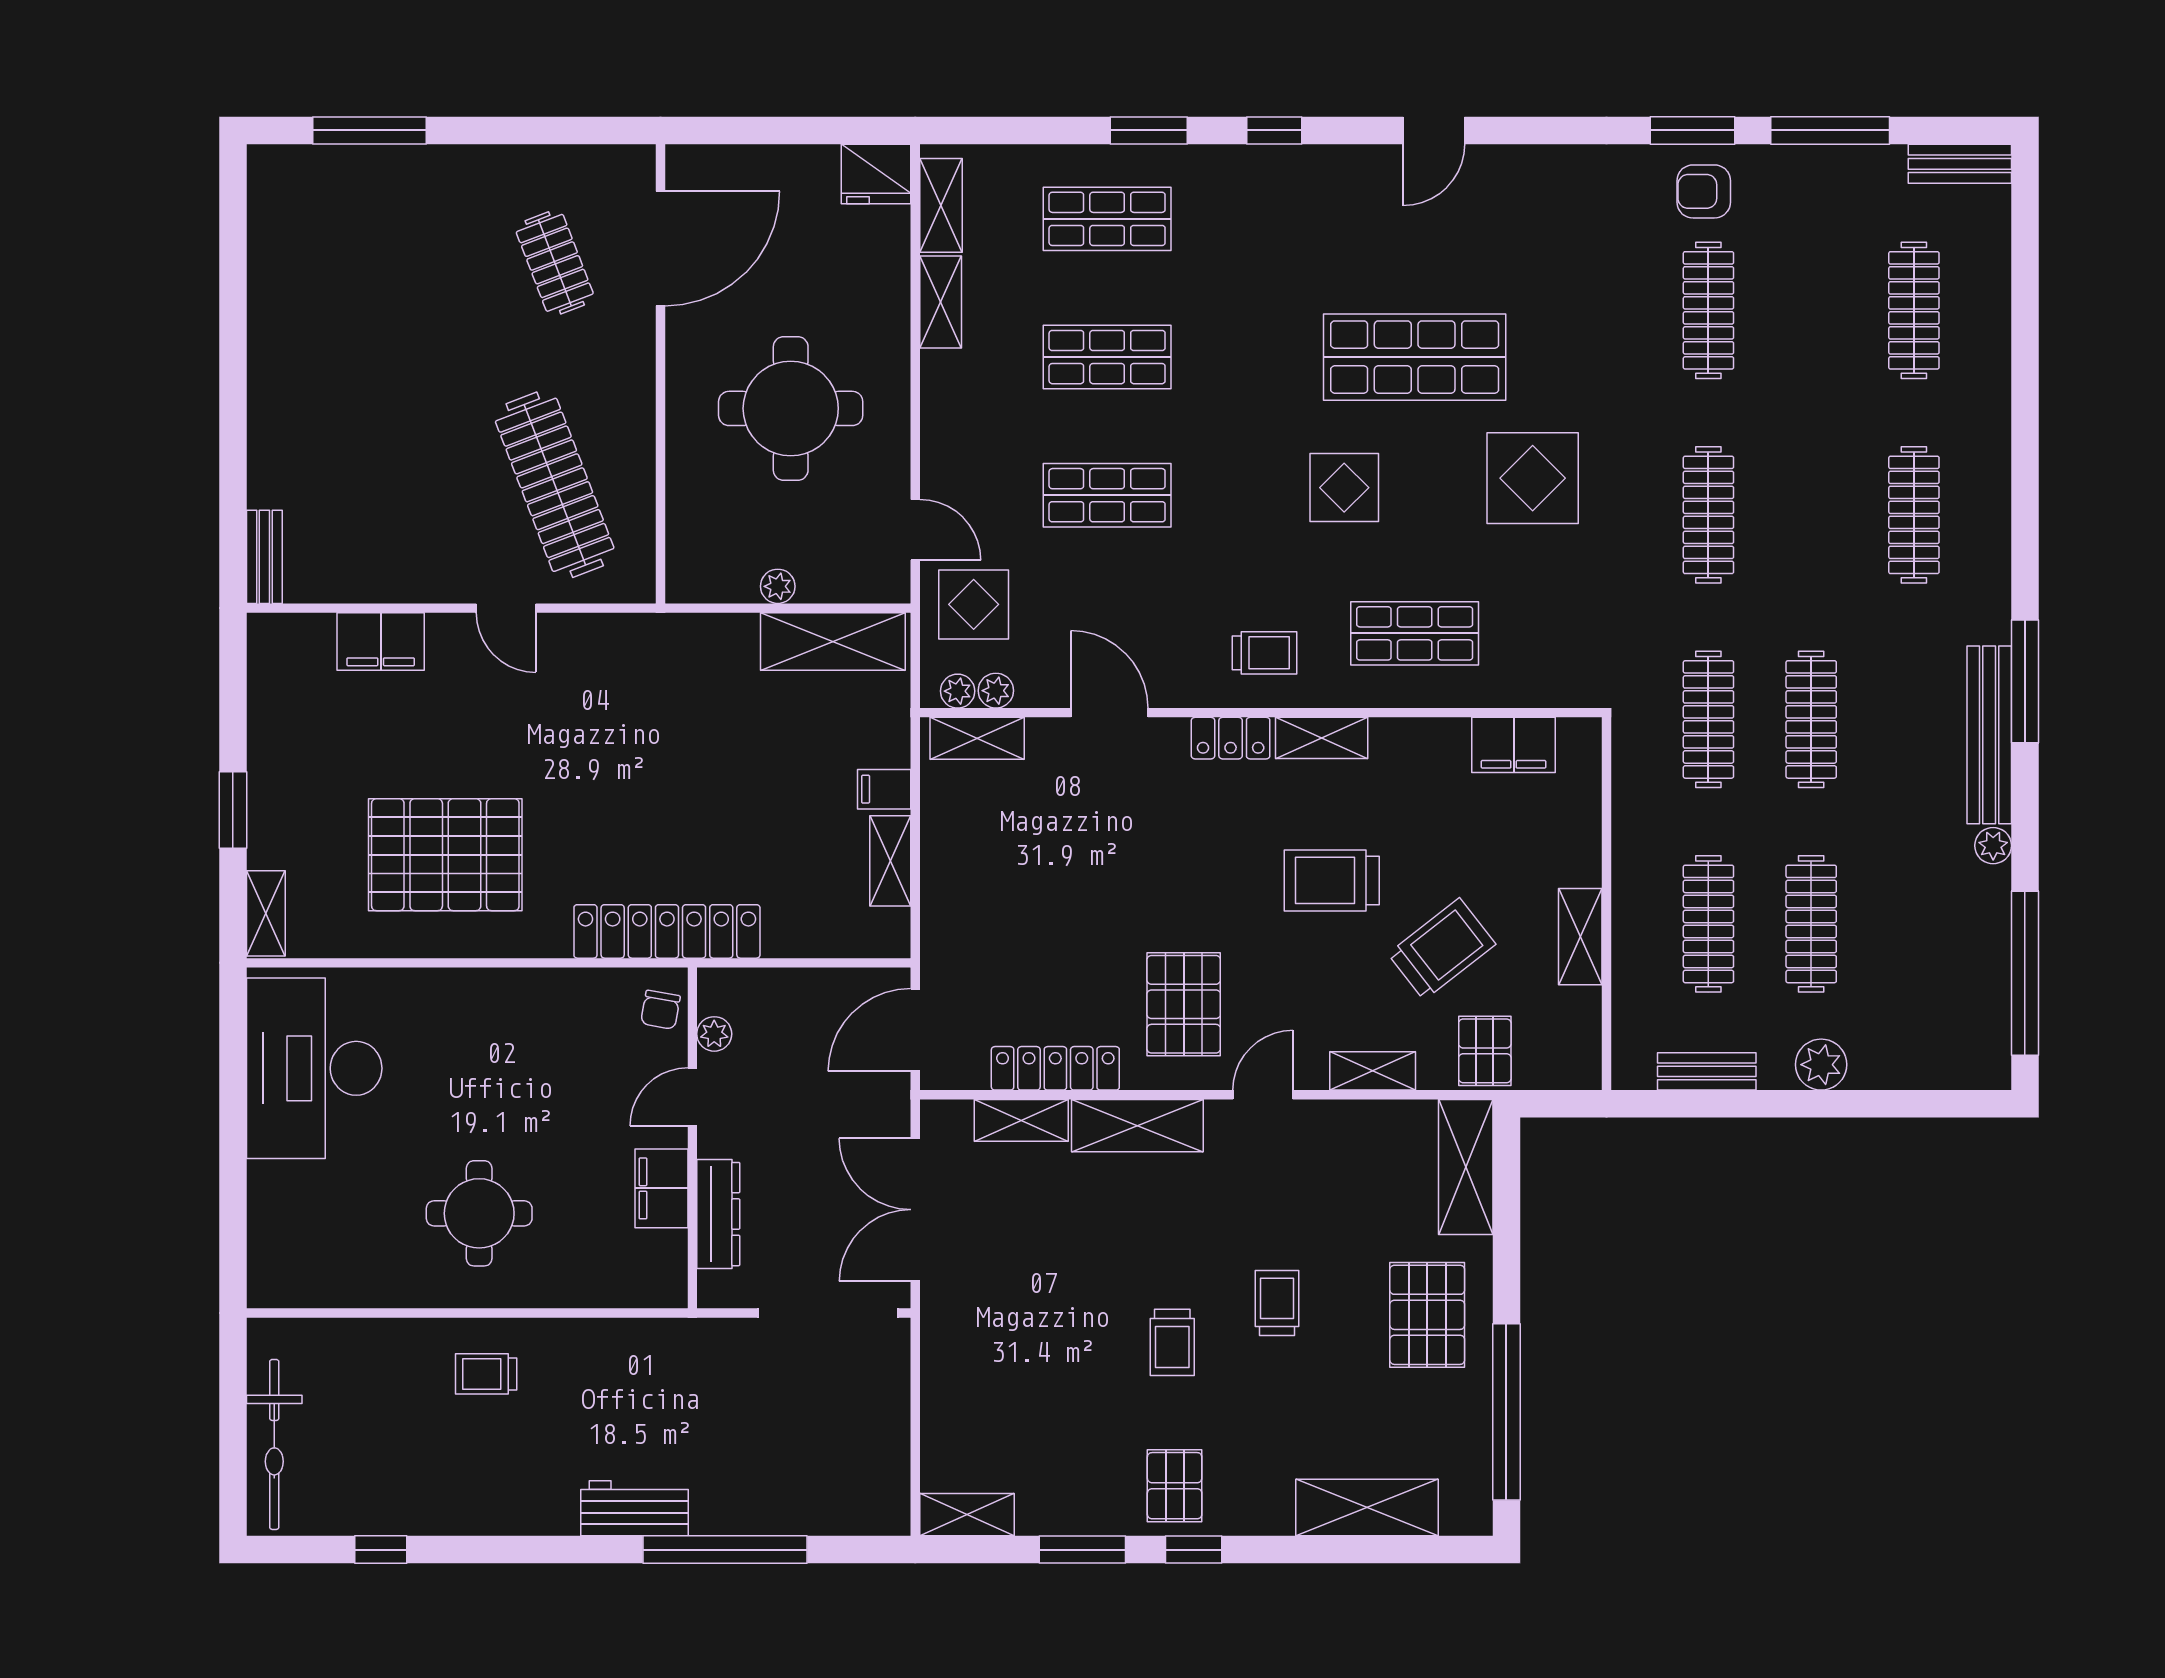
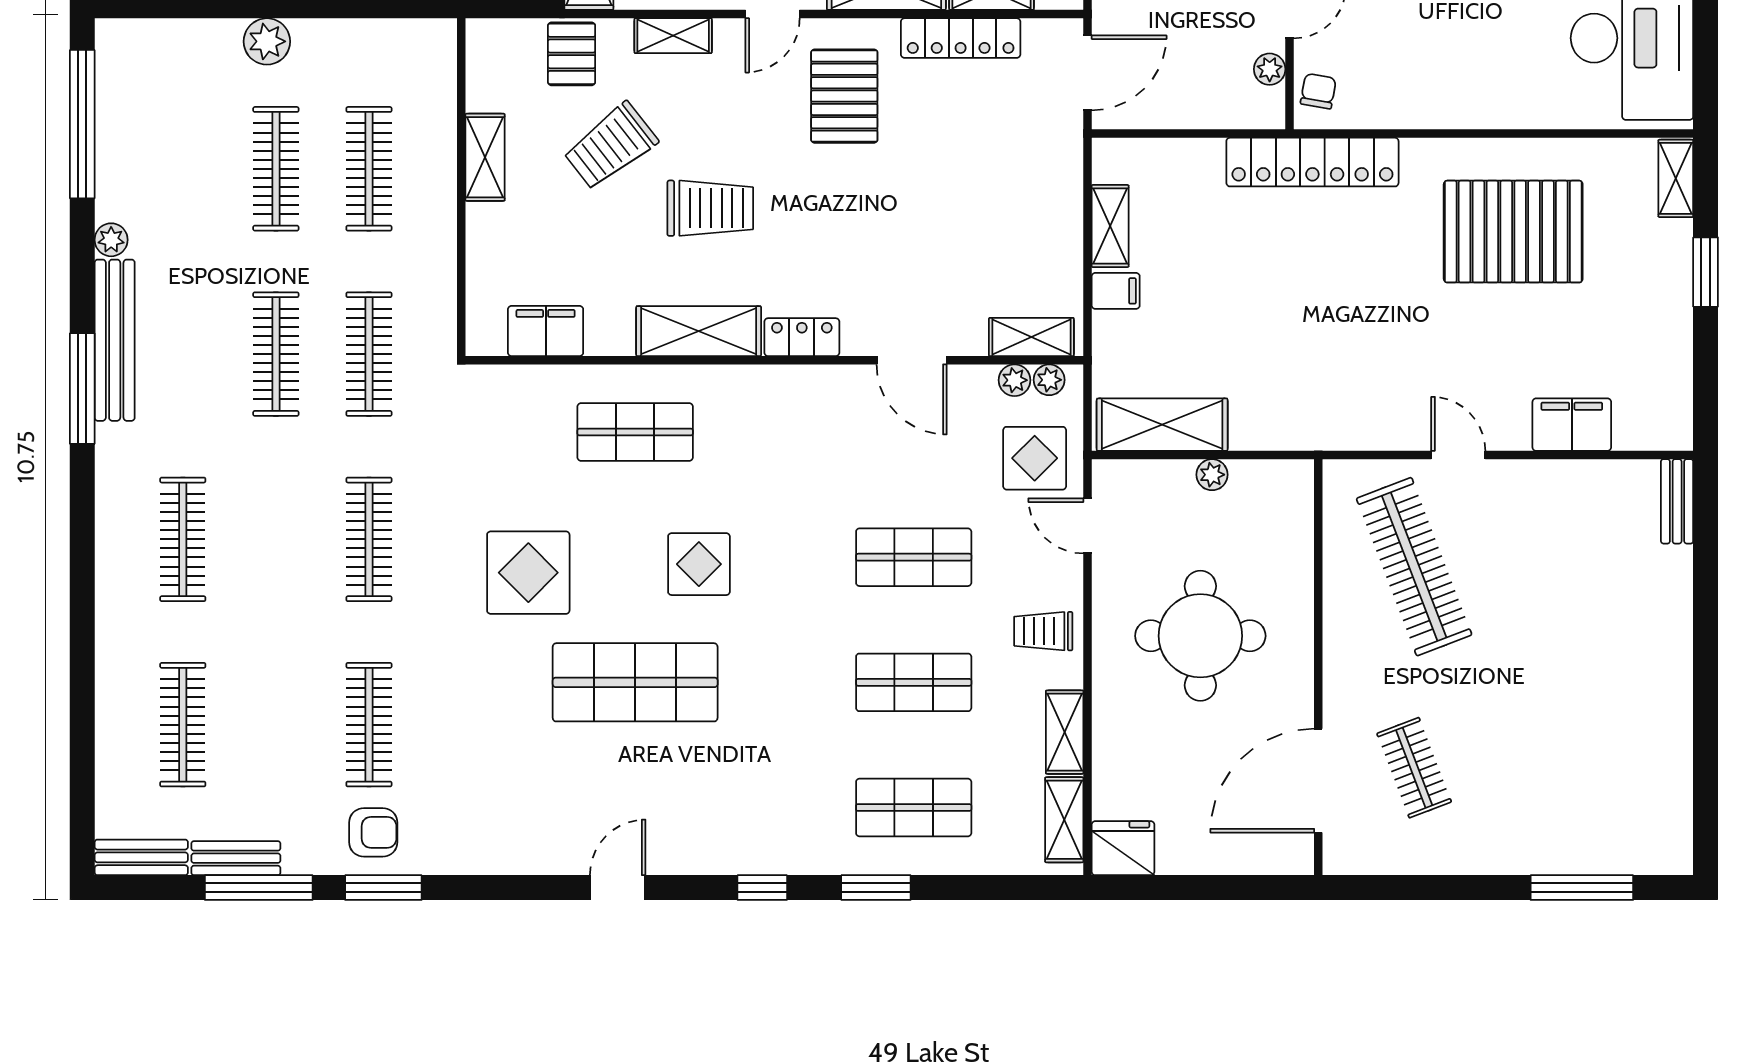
trolley: (1265, 653) -> (1043, 631), moved
shelving: (1322, 738) -> (699, 331), width x1.50, depth x1.33
bench: (1707, 1071) -> (236, 858), moved

